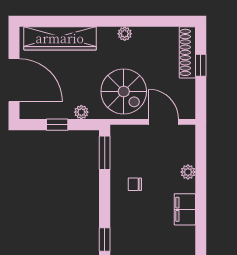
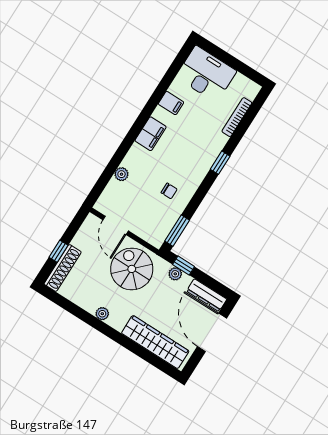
dresser: (40, 111) -> (207, 295), added
window: (57, 125) -> (184, 266), moved
filing cabinet: (185, 209) -> (151, 134), moved

